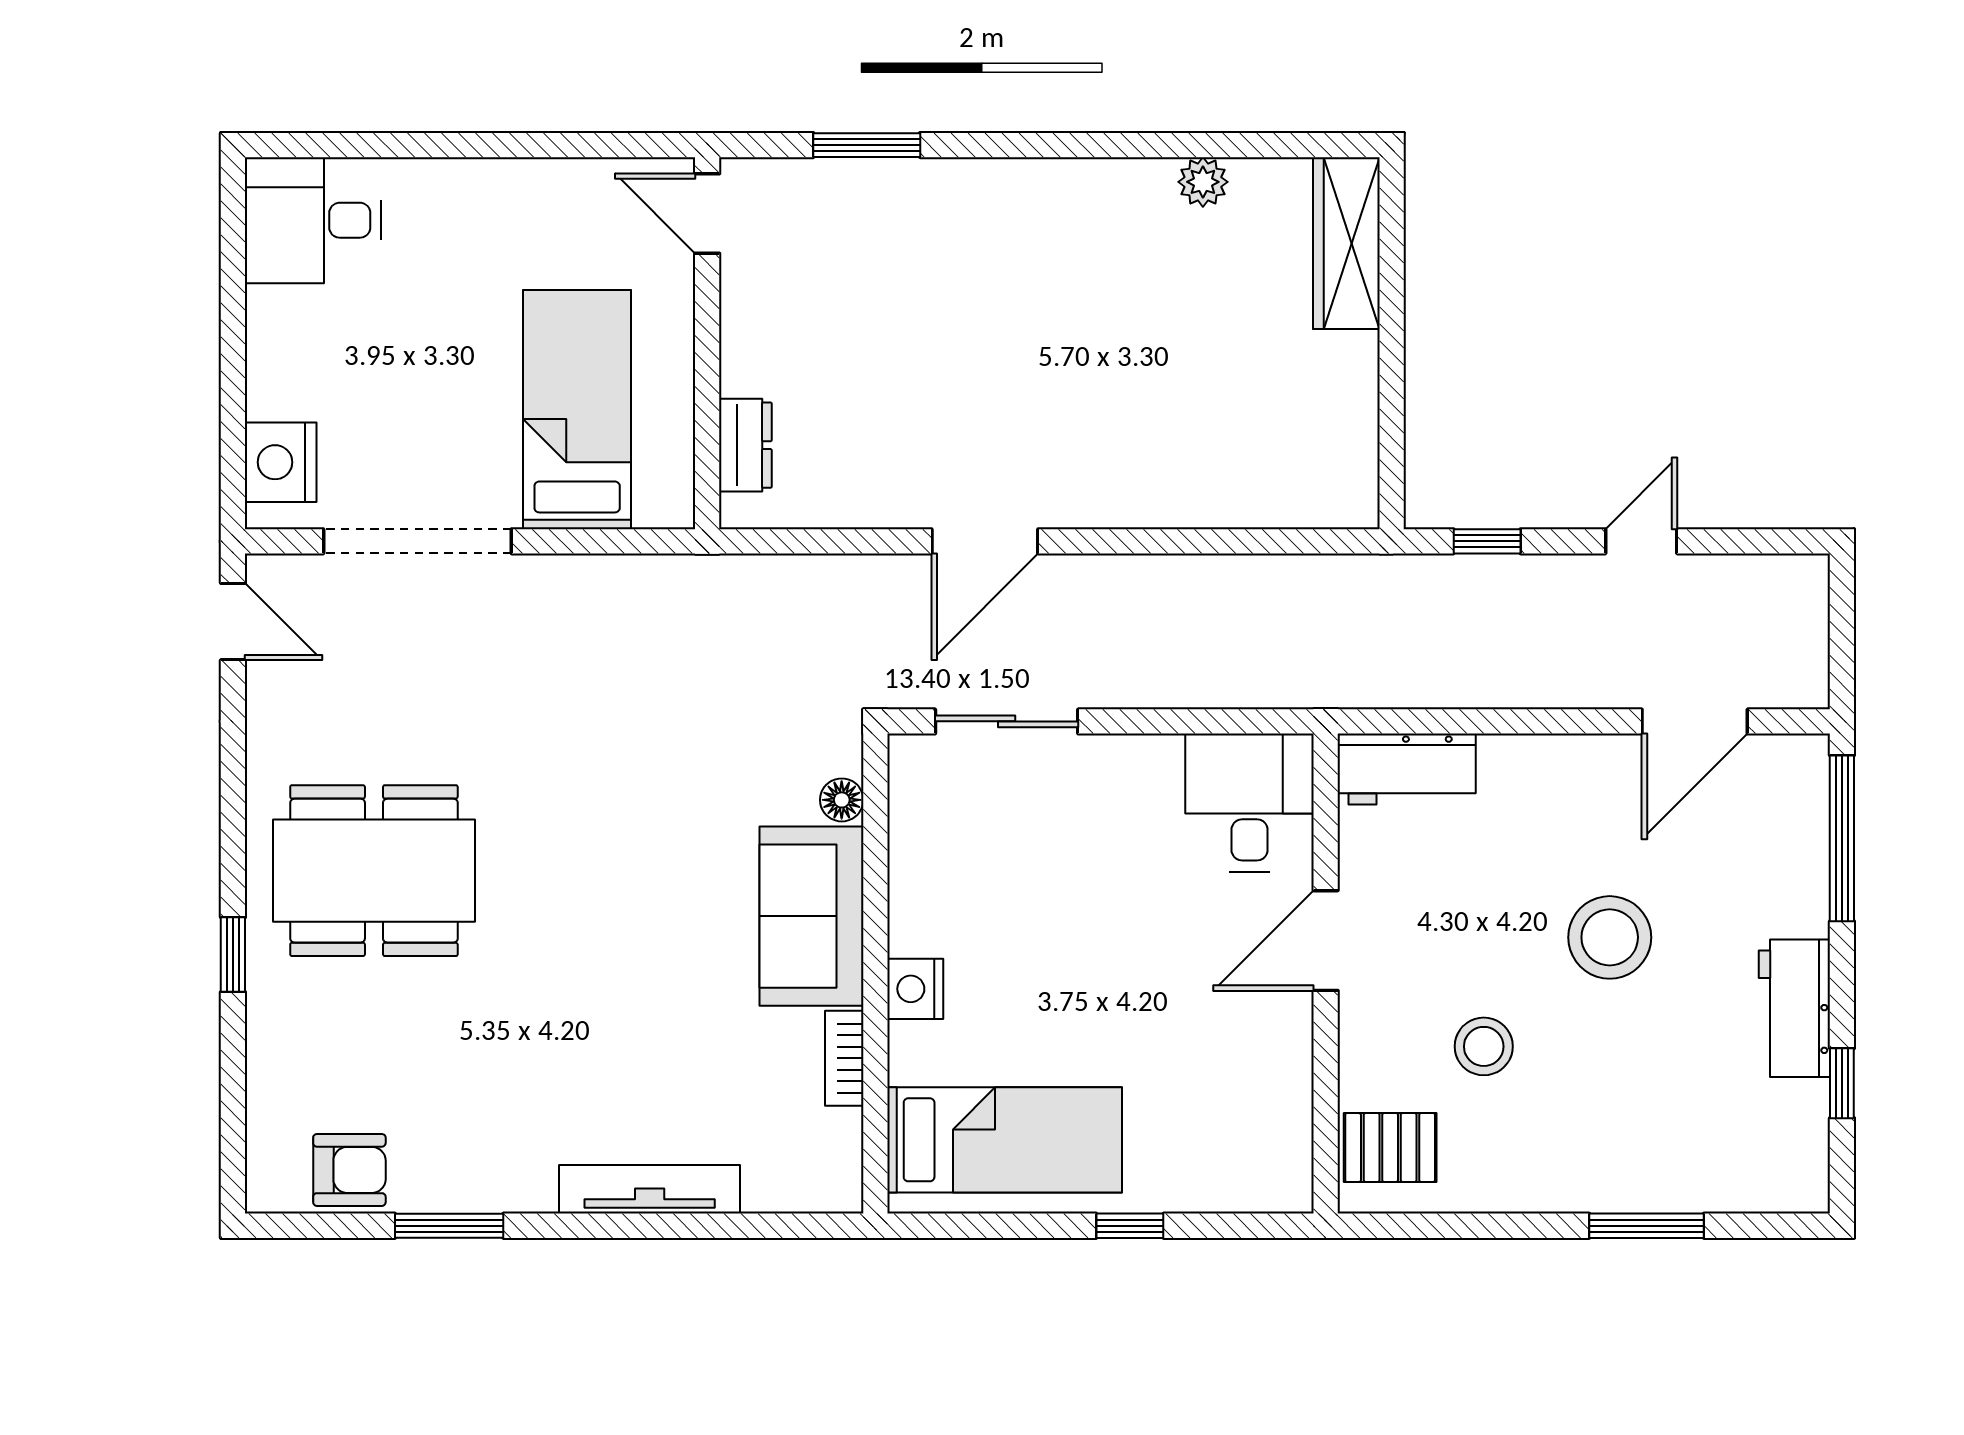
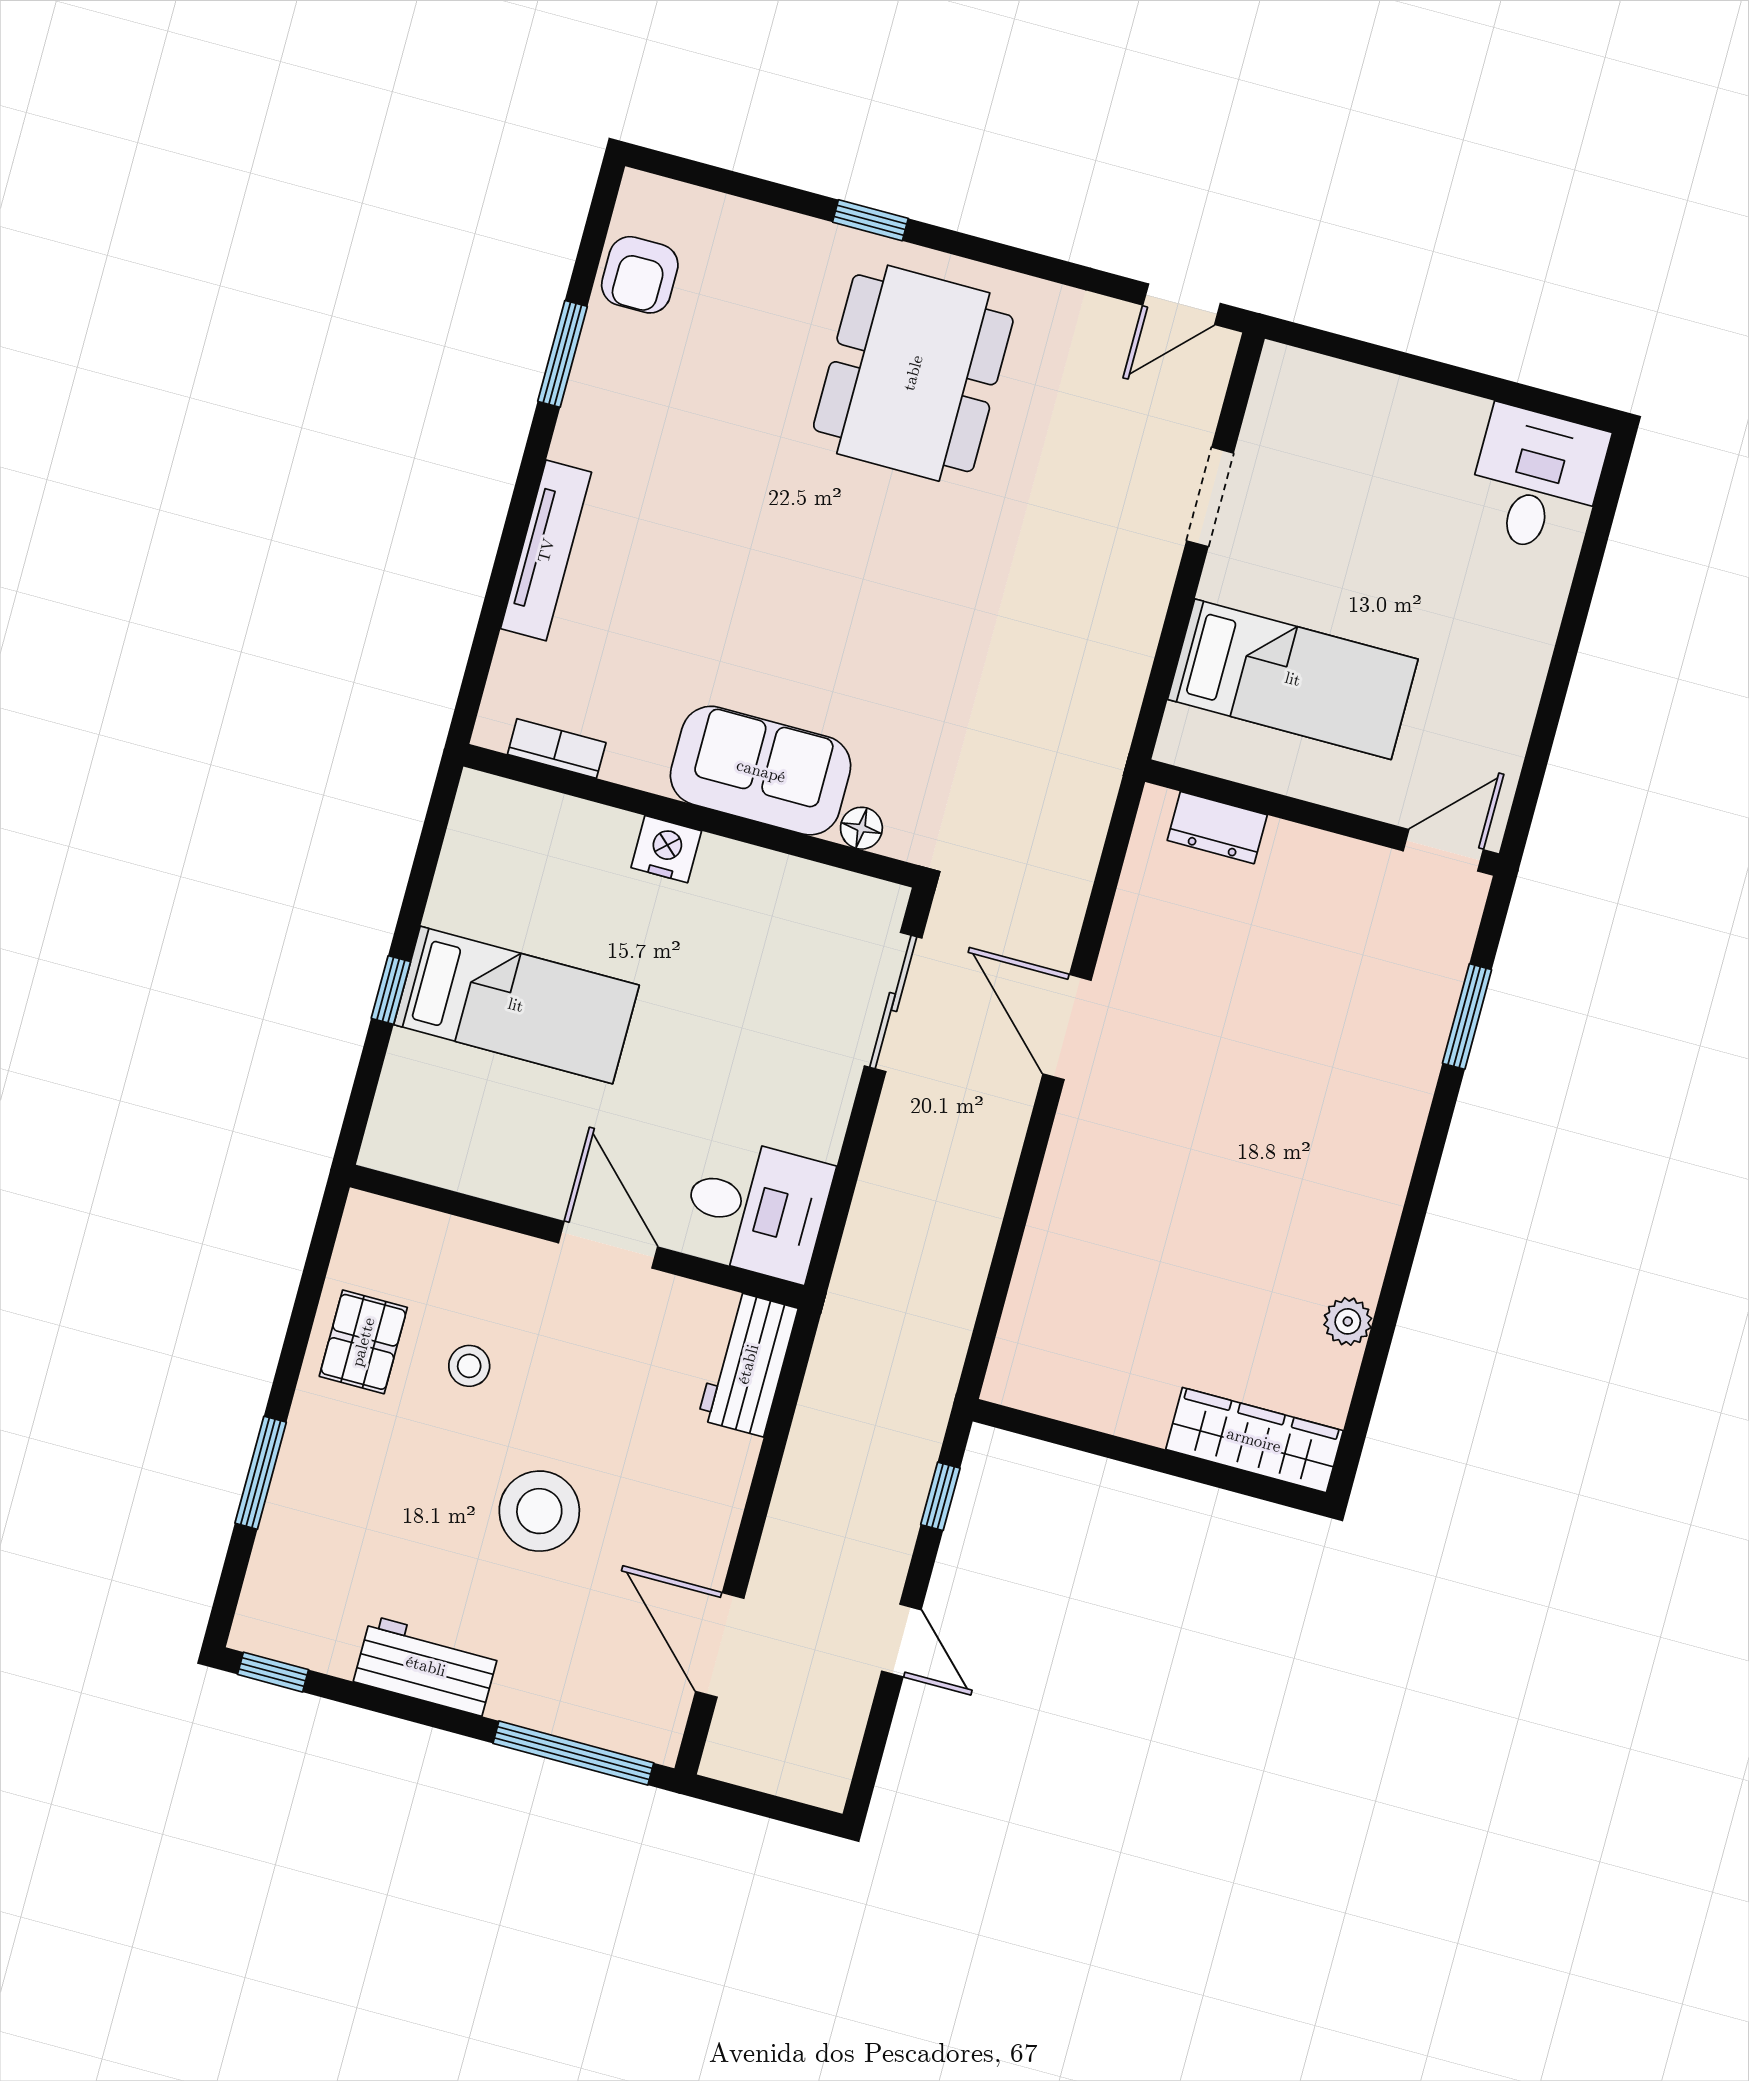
nightstand: (281, 462) -> (1318, 389), removed
doorway: (417, 541) -> (1210, 497), width x0.53
stool: (1484, 1046) -> (469, 1366), width x0.73, depth x0.73
bookcase: (844, 1058) -> (557, 748), moved
window: (1842, 1083) -> (273, 1672), moved
bed: (1005, 1140) -> (516, 1005), moved, turned -90
pallet: (1390, 1148) -> (363, 1342), moved

